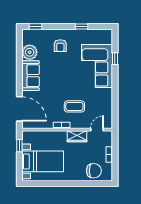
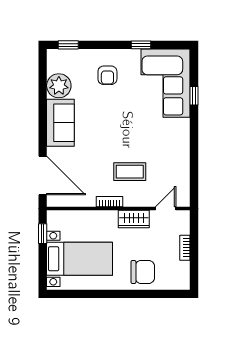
corner sofa: (97, 66) -> (165, 83), moved
chair: (94, 171) -> (143, 272), moved

